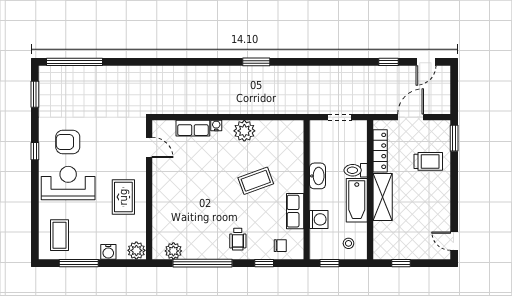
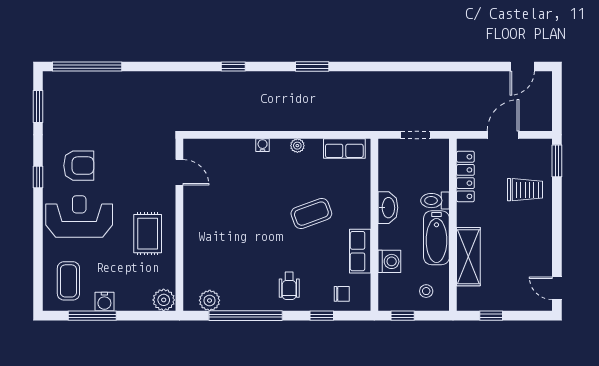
window: (389, 62) -> (233, 66), moved
row of seats: (193, 128) -> (344, 148), moved
plant: (244, 131) -> (297, 146), width x0.53, depth x0.53
armchair: (68, 142) -> (79, 166), turned 180
shelving: (383, 197) -> (468, 257), moved
water cooler: (108, 252) -> (104, 302), moved

